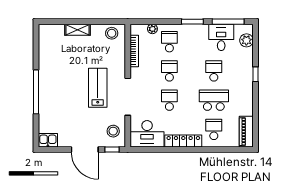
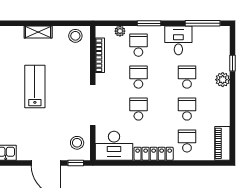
window: (192, 22) -> (149, 23), moved
desk: (221, 37) -> (178, 40), moved
plant: (246, 40) -> (223, 80), moved
window: (256, 74) -> (233, 63), moved
lab bench: (98, 88) -> (35, 87), moved
school desk: (214, 100) -> (187, 109), width x0.54

